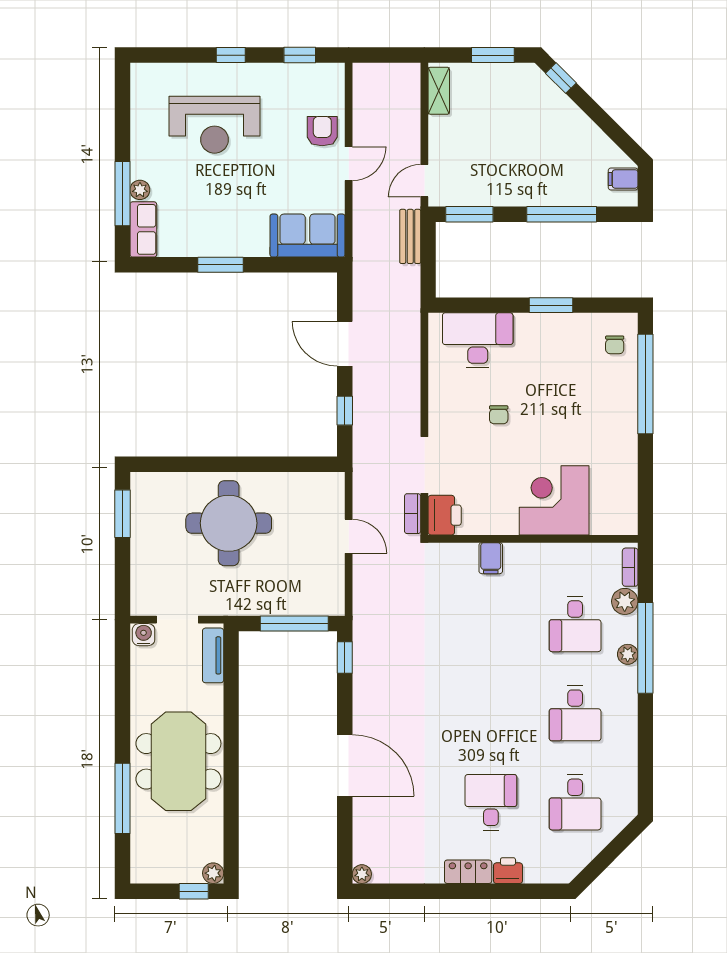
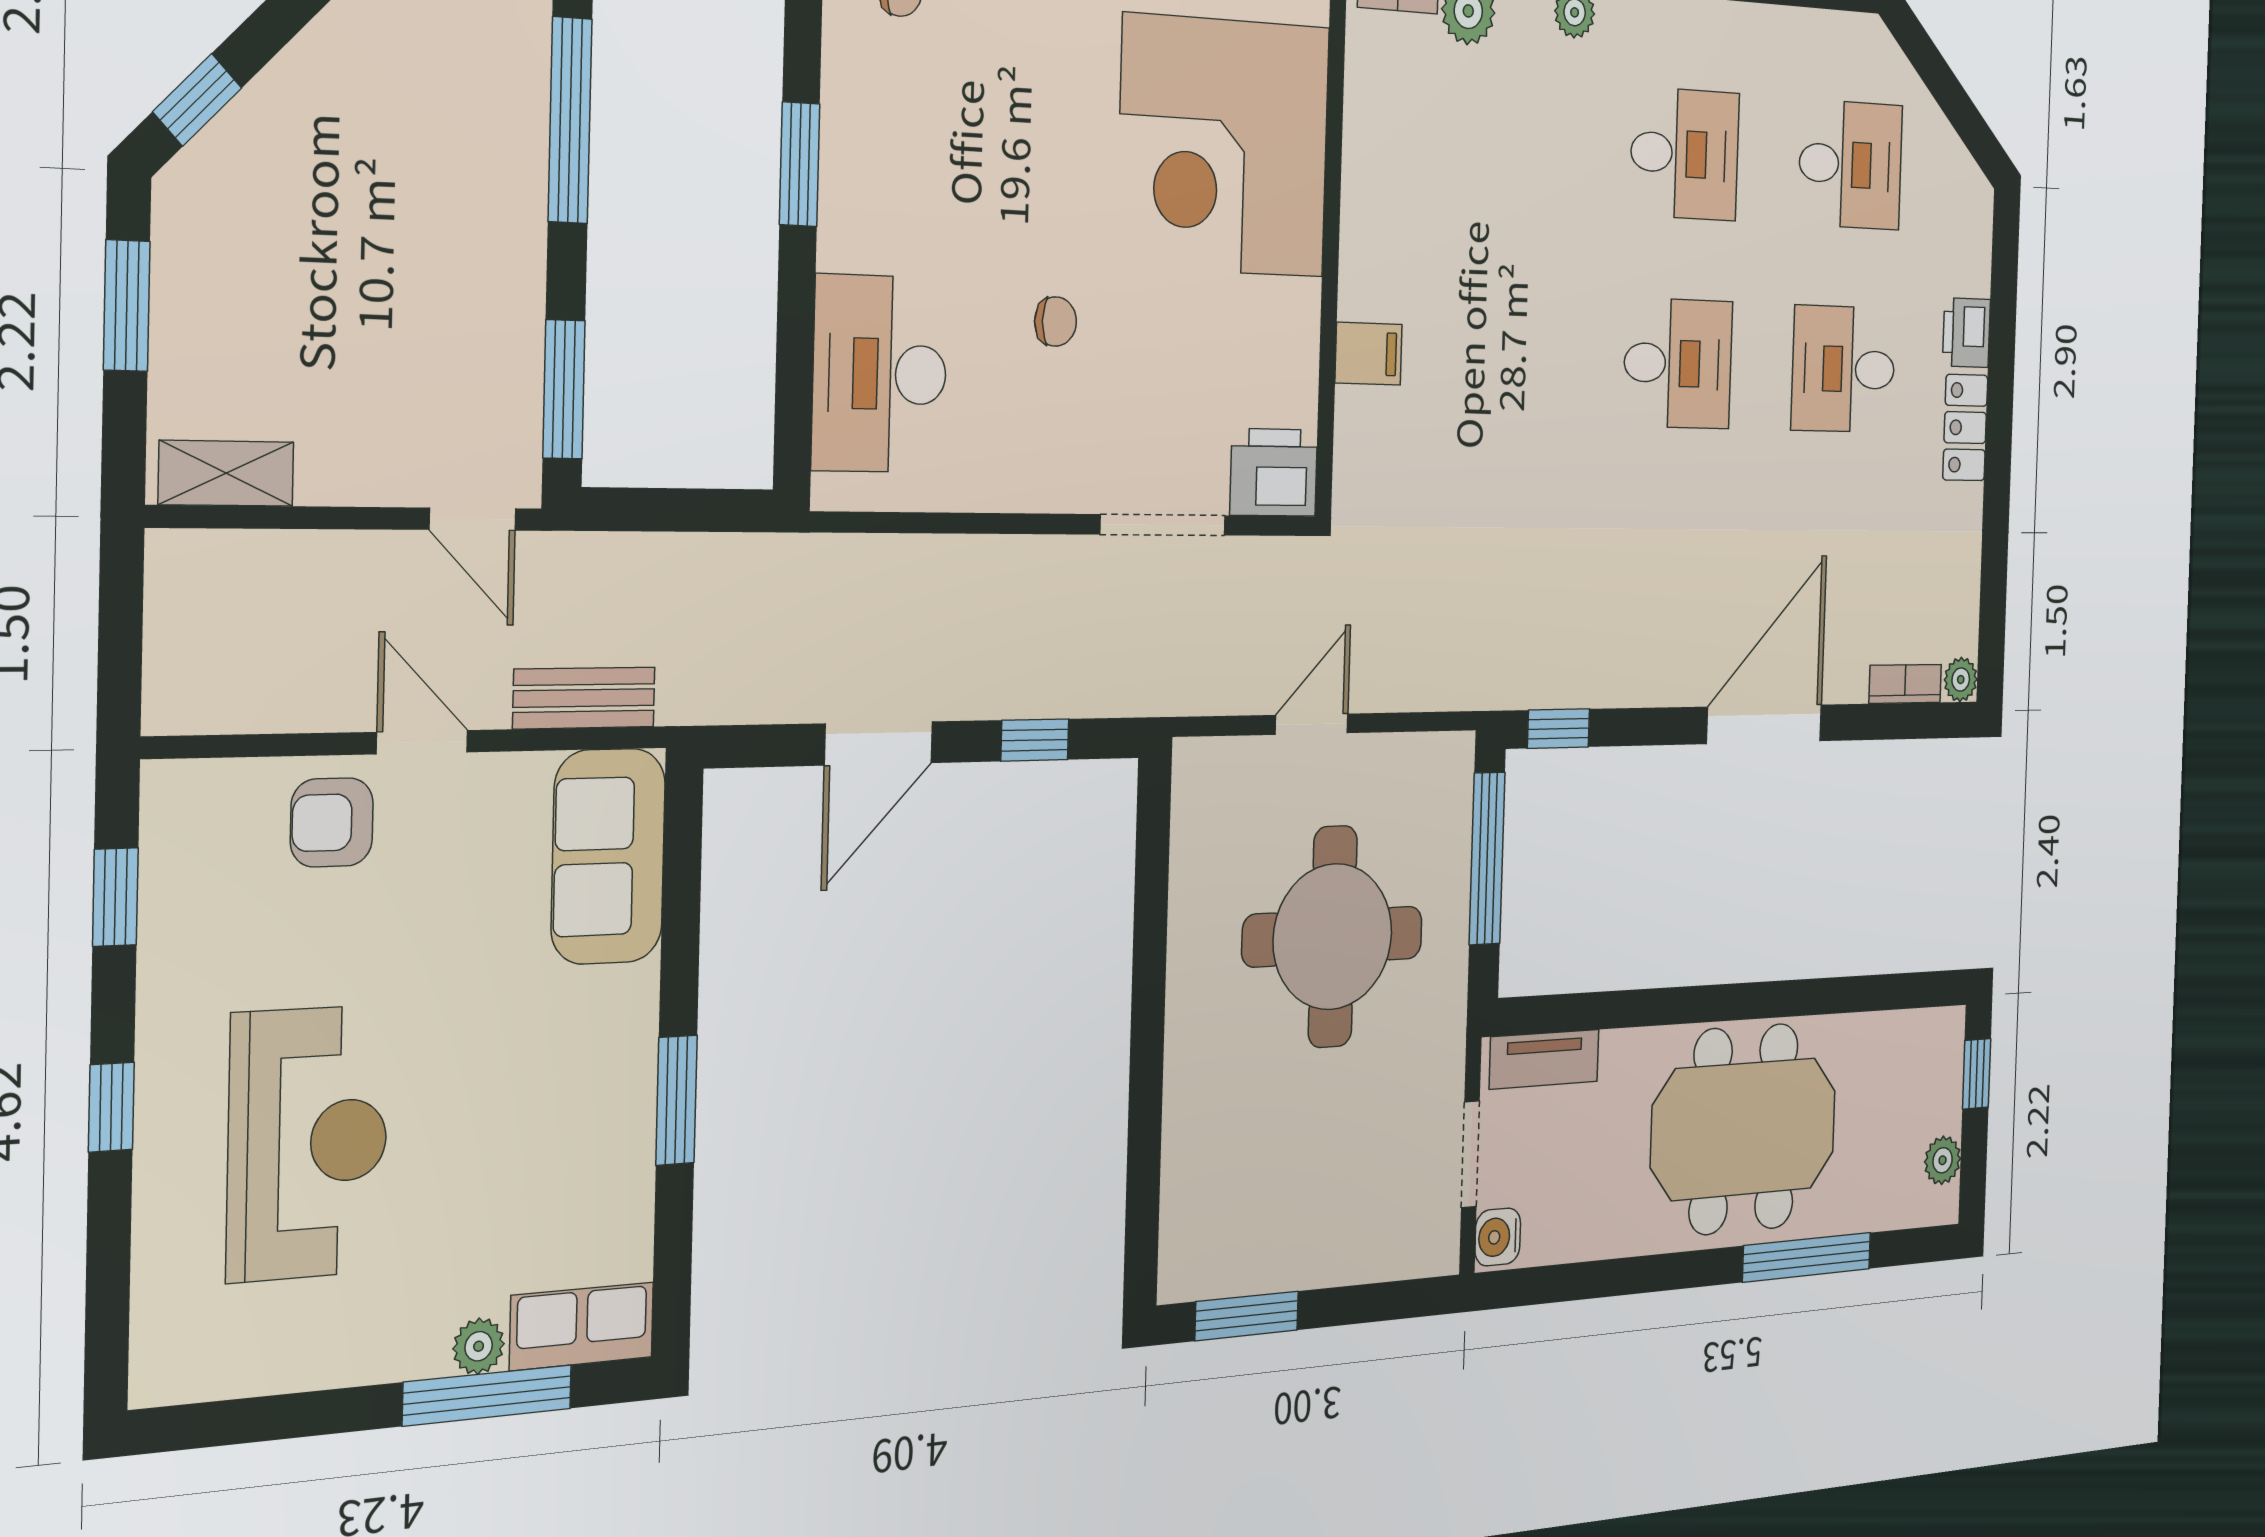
bench: (410, 236) -> (584, 698), moved
corner desk: (554, 500) -> (1224, 146), width x1.36, depth x1.36
bookcase: (413, 514) -> (1905, 684), moved, turned 180
round table: (229, 523) -> (1333, 937), moved
desk: (575, 624) -> (1678, 364), moved
plant: (213, 873) -> (1943, 1160), moved

